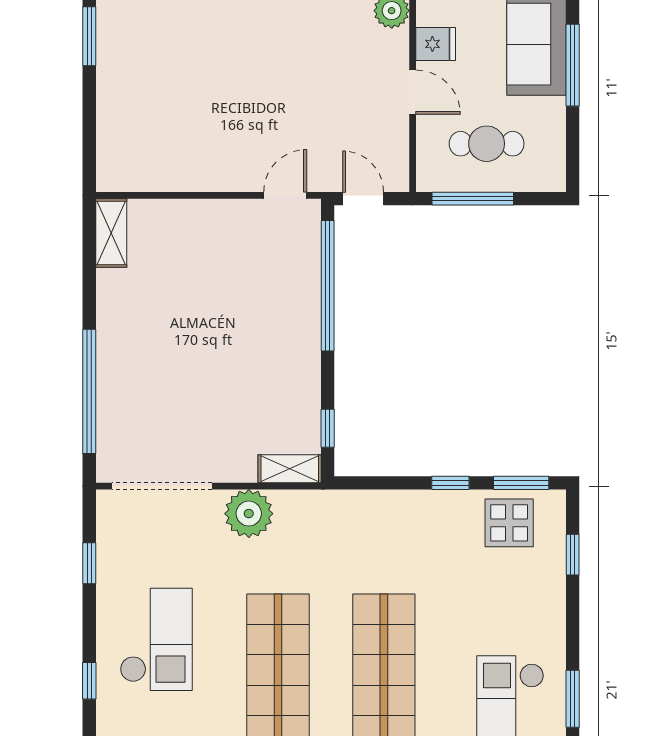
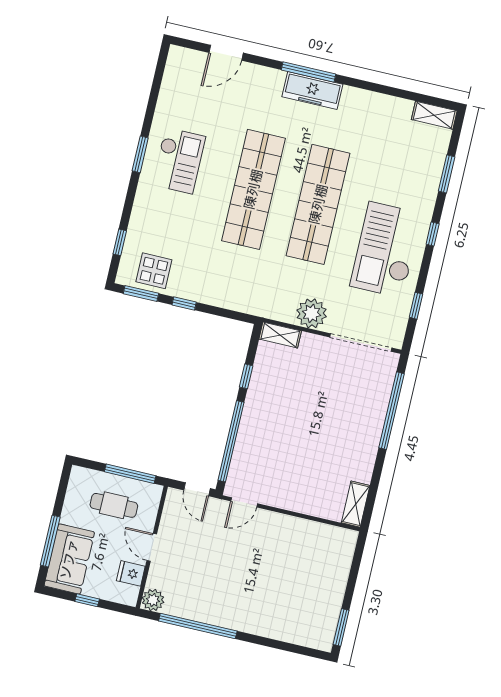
window: (328, 428) -> (246, 376), moved
checkout: (156, 639) -> (386, 250), width x1.36, depth x1.21

